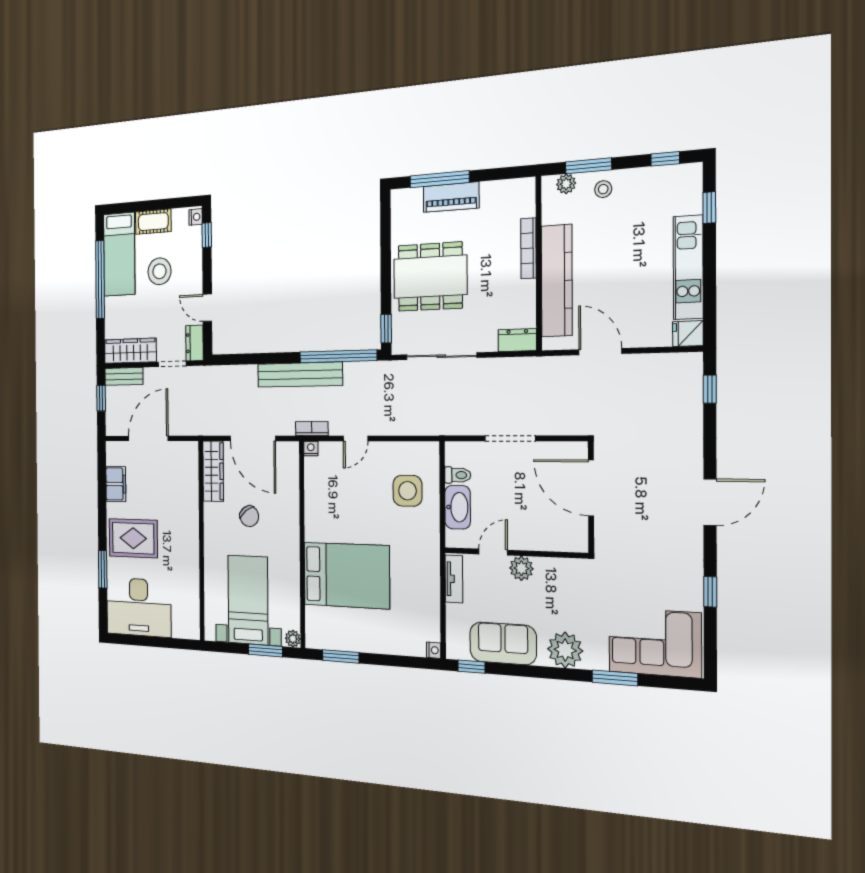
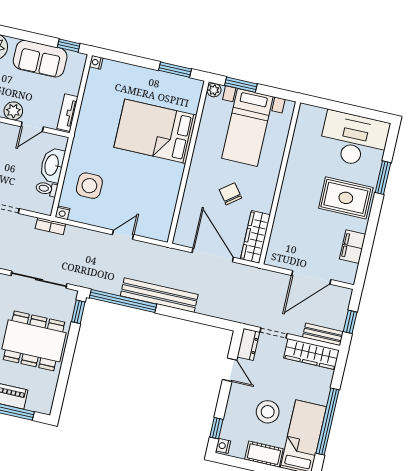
bookcase: (312, 429) -> (50, 226), moved
nightstand: (311, 448) -> (62, 213), moved

